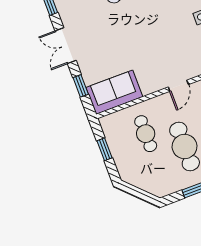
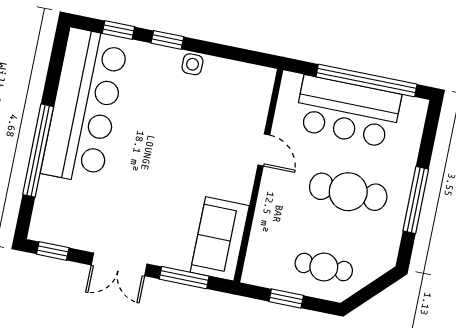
window: (81, 86) -> (184, 278), width x1.50
cafe table: (146, 134) -> (324, 267), moved

